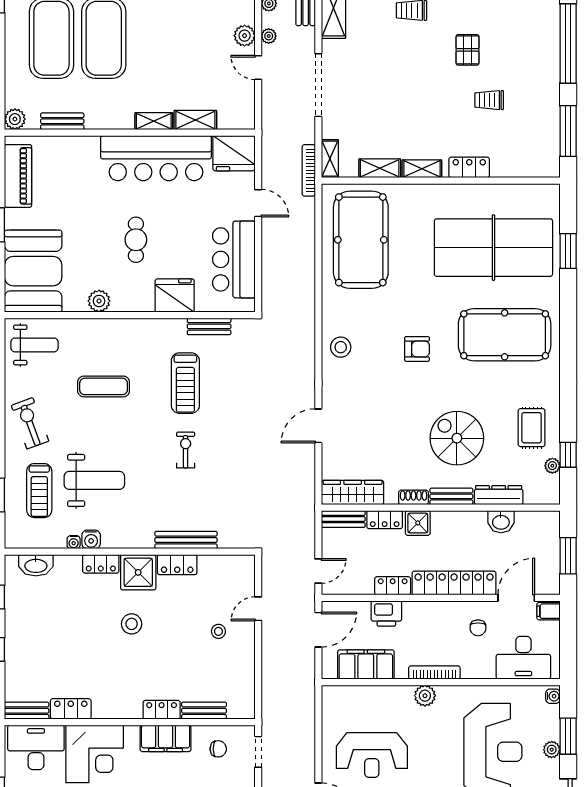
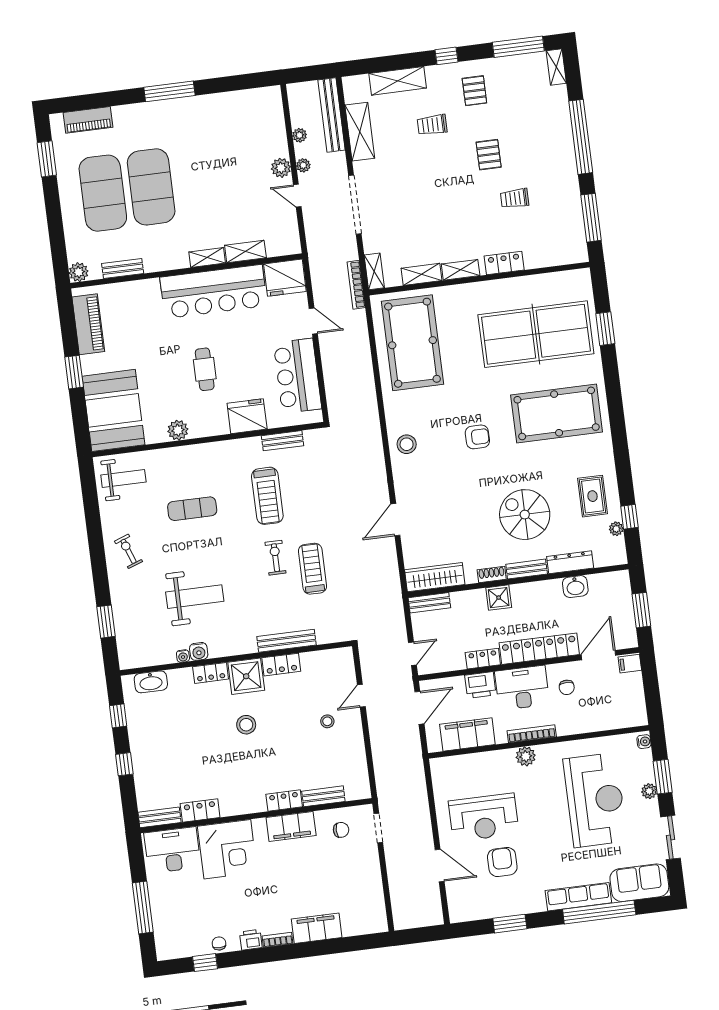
exercise bike: (30, 423) -> (128, 551), width x0.73, depth x0.72
treadmill: (39, 491) -> (312, 569), moved, turned 180
locker: (385, 520) -> (468, 598), removed
desk: (523, 658) -> (522, 688), moved, turned 180

